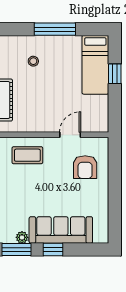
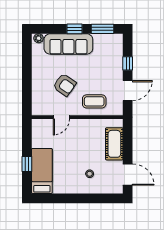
window: (55, 29) -> (73, 198), removed
armchair: (85, 167) -> (65, 85), moved, turned 125
plant: (22, 237) -> (39, 38), moved

